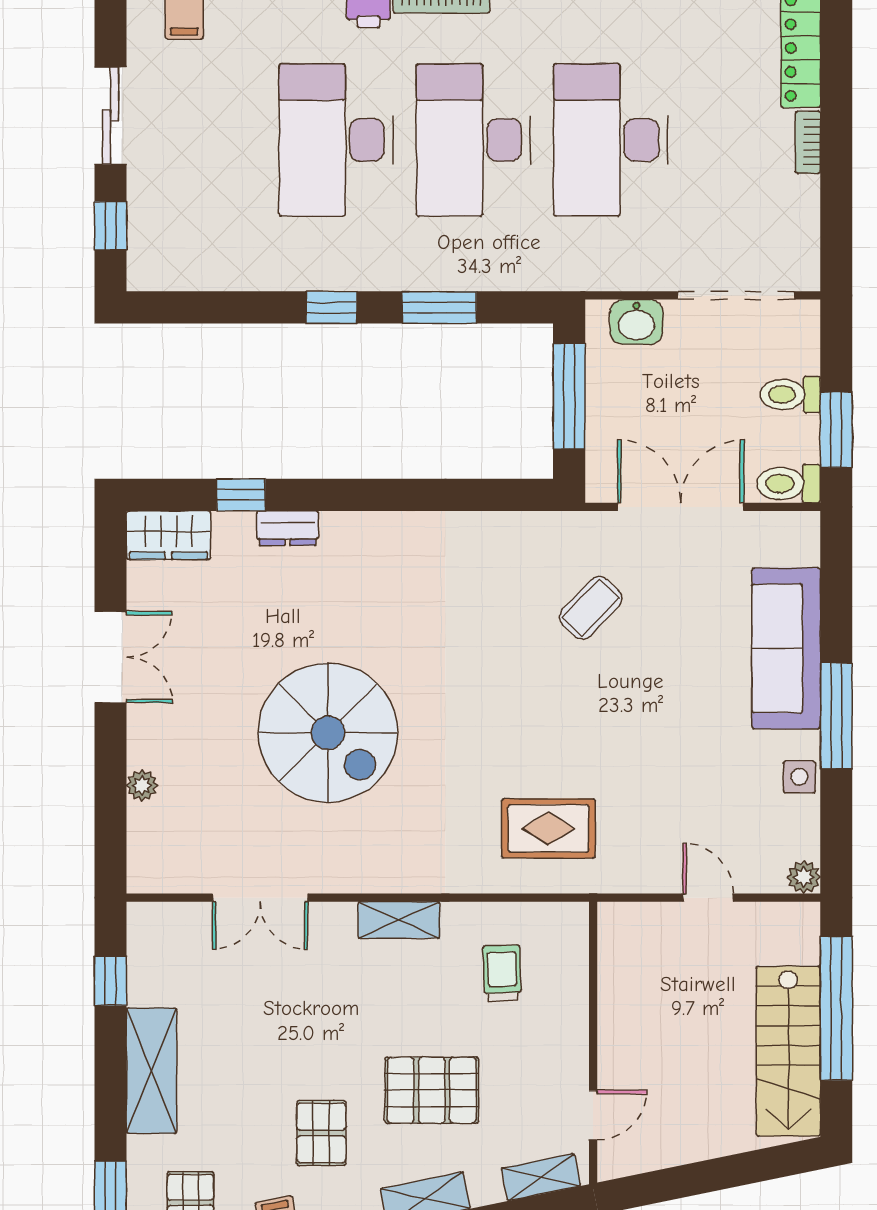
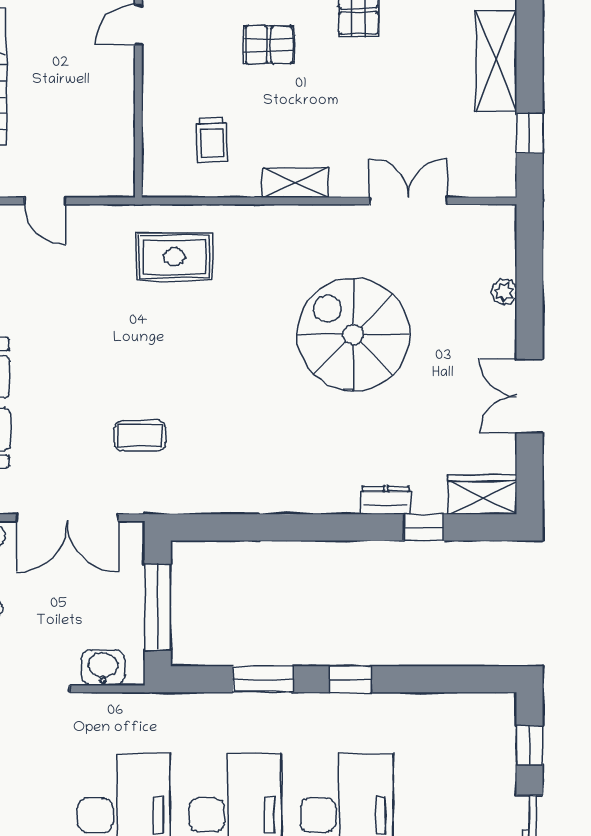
coffee table: (591, 608) -> (140, 436), turned 46
pallet: (432, 1090) -> (269, 45), width x0.67, depth x0.71

